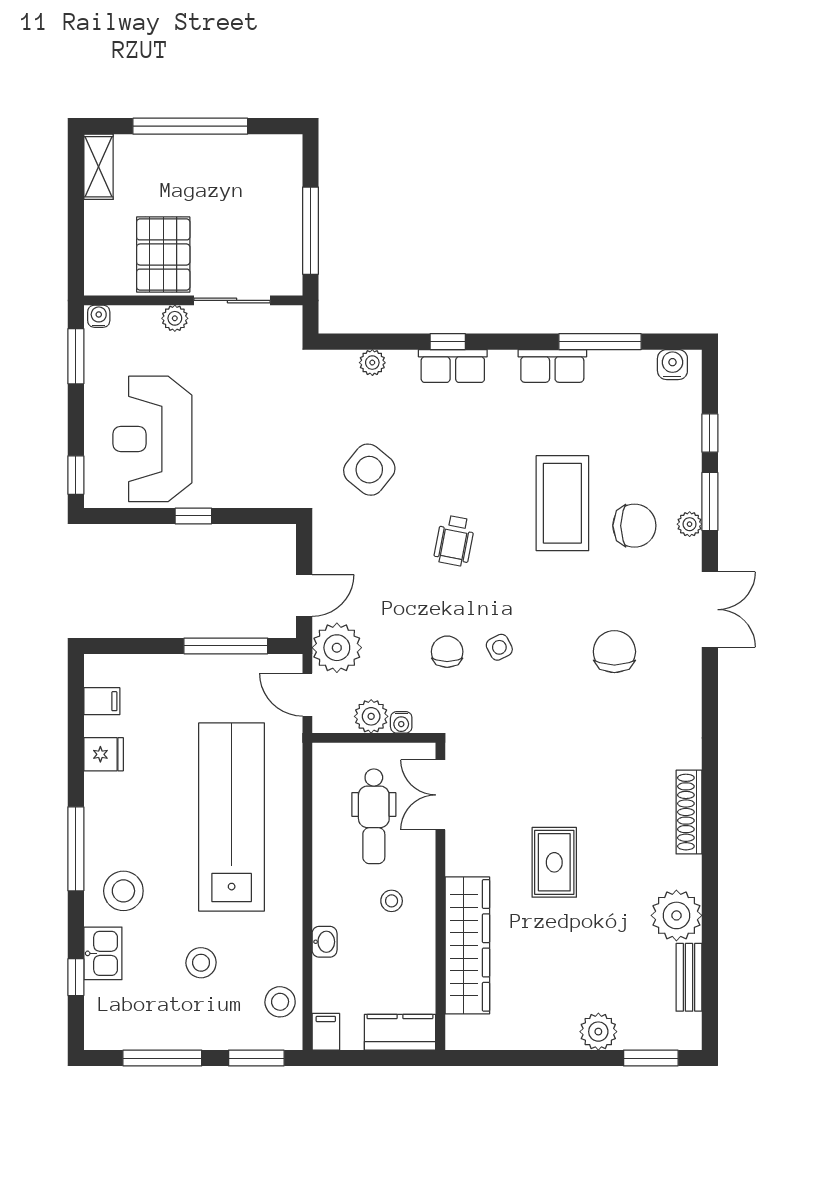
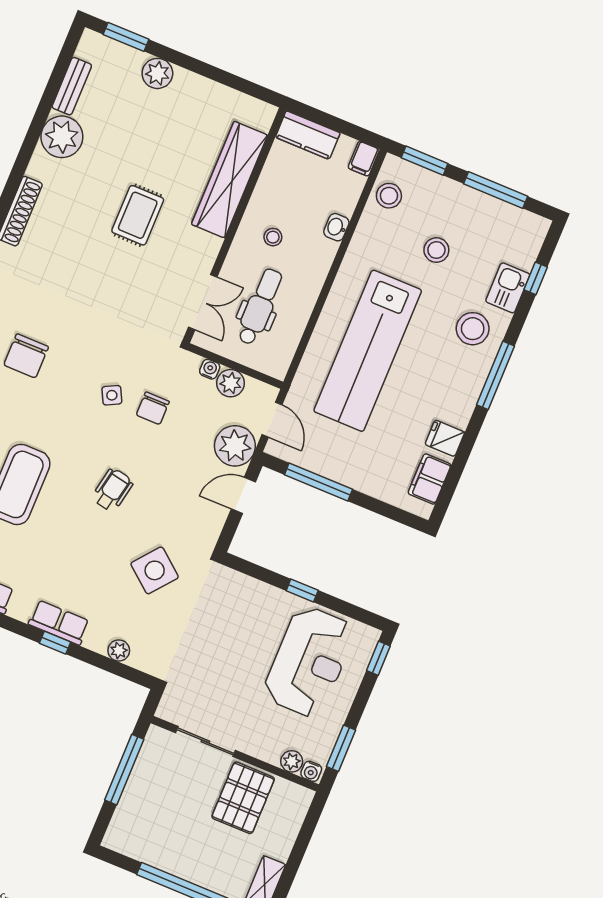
plant: (175, 318) -> (292, 761), moved
filing cabinet: (102, 701) -> (430, 479), width x2.00

